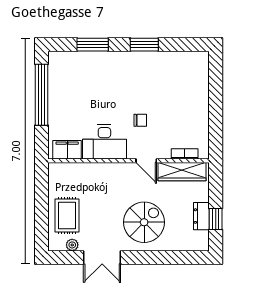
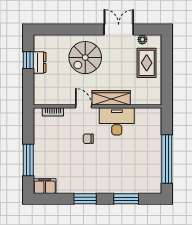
window: (216, 93) -> (28, 160), added
filing cabinet: (67, 150) -> (45, 186), moved, turned 180
wardrobe: (182, 172) -> (111, 98), moved

